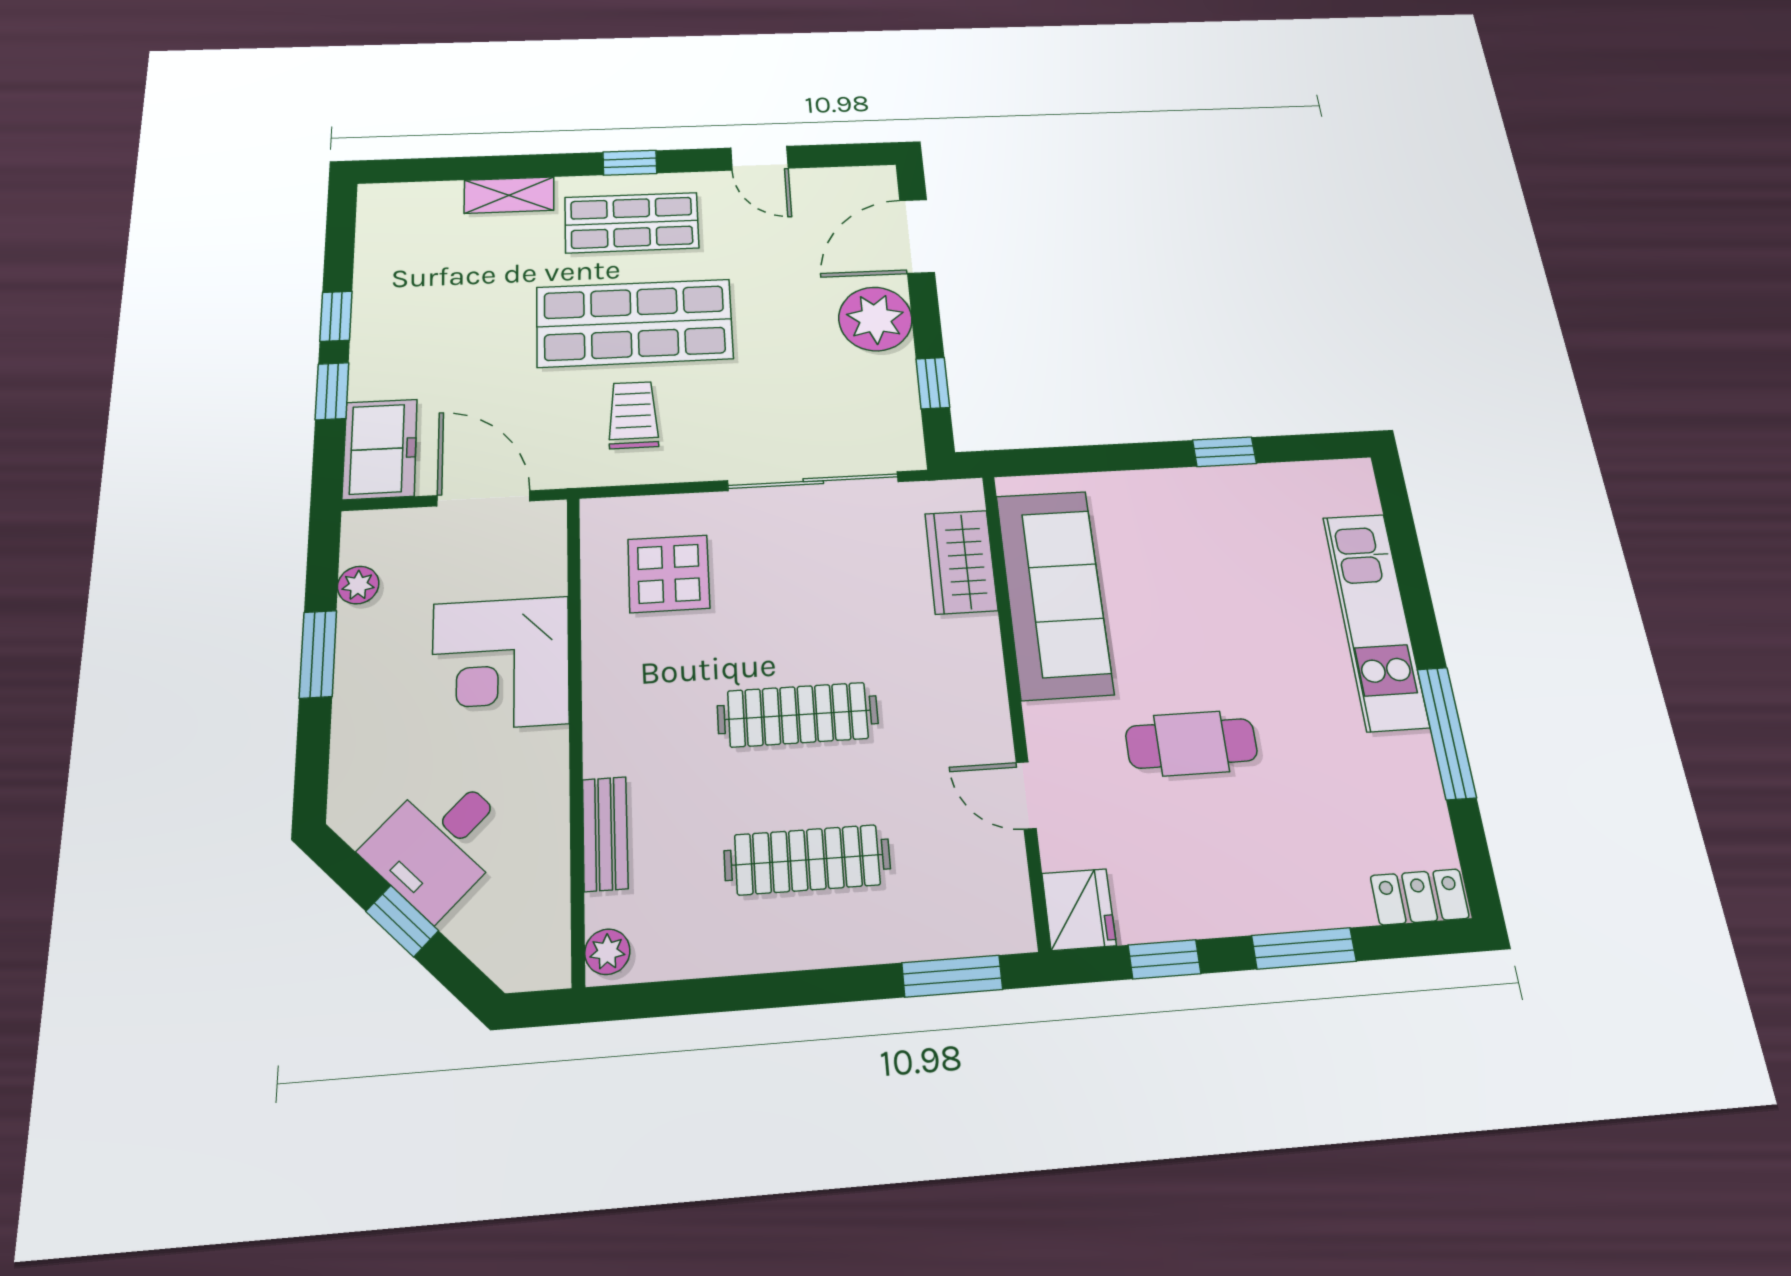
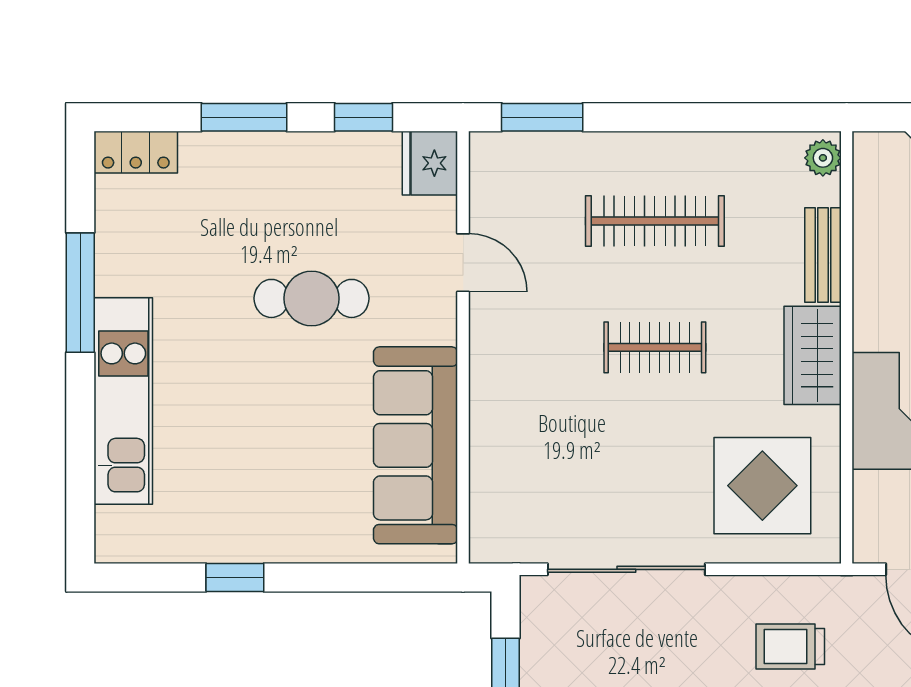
trolley: (633, 415) -> (790, 646), turned 90
wardrobe: (961, 562) -> (813, 355), moved, turned 180
display table: (669, 574) -> (762, 486), width x1.36, depth x1.36
clothes rail: (798, 715) -> (655, 347), width x0.73

